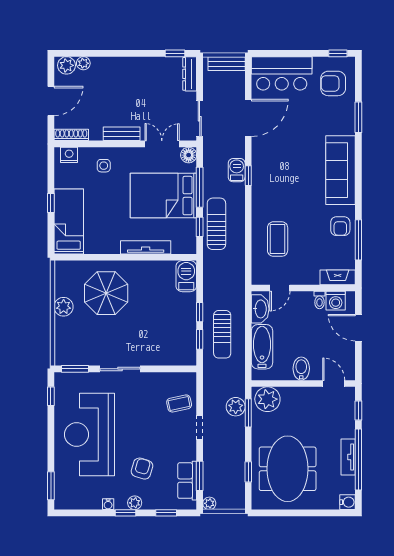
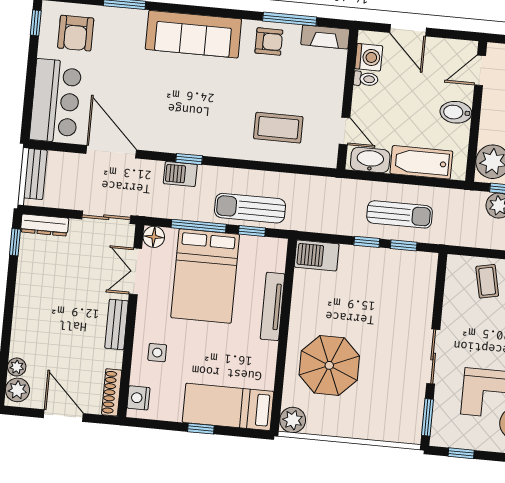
fireplace: (338, 277) -> (325, 37), moved, turned -90
plant: (64, 307) -> (293, 420), moved
door: (358, 328) -> (408, 30), hinge flipped

